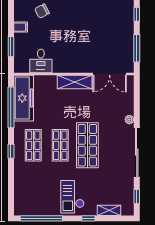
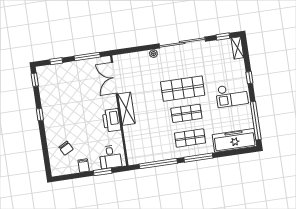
desk: (41, 61) -> (110, 157), moved, turned 90
printer: (65, 64) -> (112, 120), added
double door: (110, 74) -> (114, 78), swing flipped
freezer: (24, 98) -> (235, 140), moved
window: (11, 151) -> (198, 158), width x2.17
shelving: (109, 210) -> (237, 48), moved

